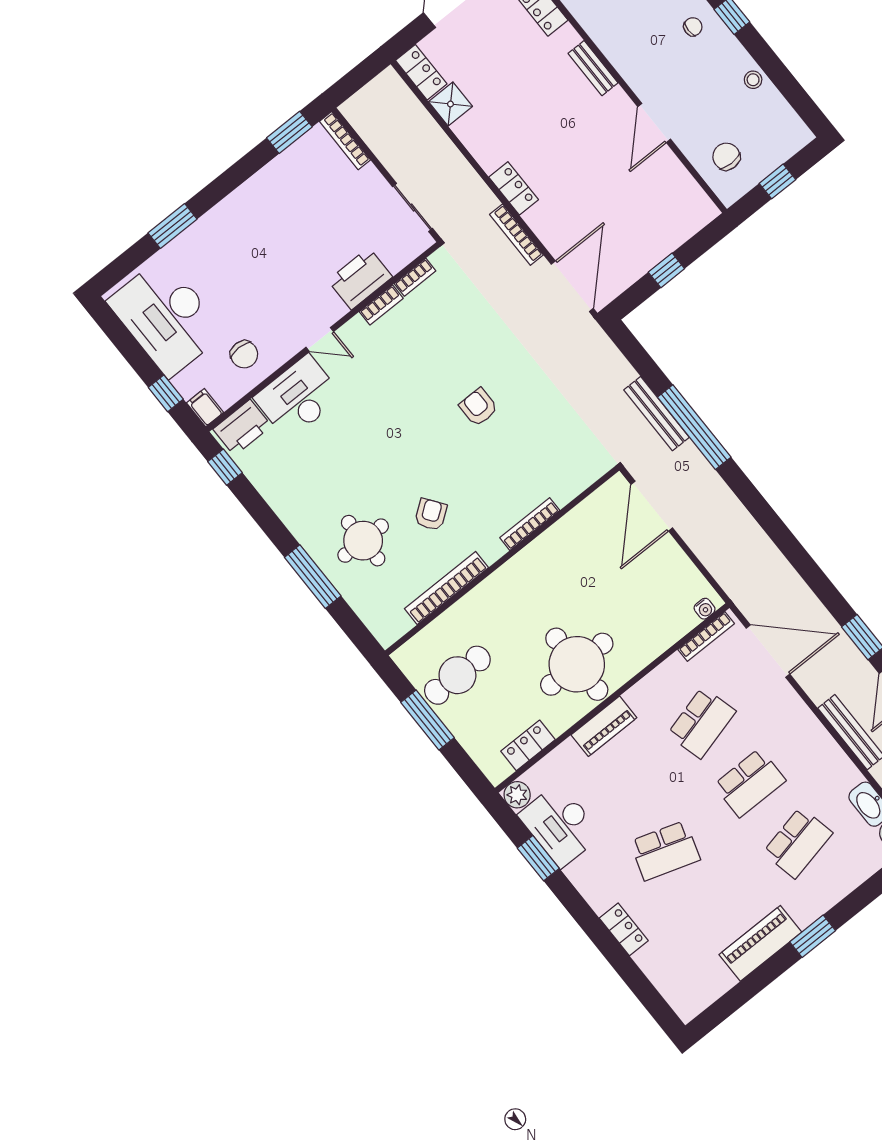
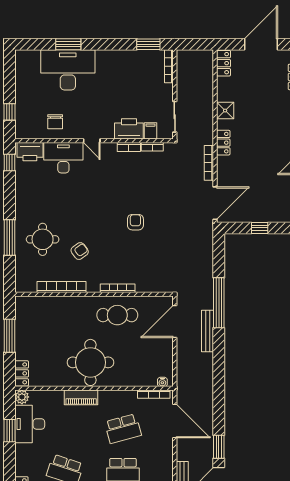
shower: (450, 104) -> (225, 111), moved
desk: (166, 317) -> (68, 70), moved, turned 90
filing cabinet: (205, 408) -> (151, 131), moved
bench: (657, 414) -> (208, 331), moved
cafe table: (457, 675) -> (117, 315), moved
locker: (528, 745) -> (22, 373), moved, turned 90

